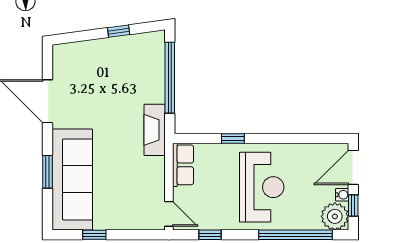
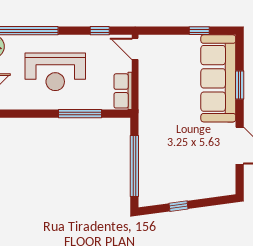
fireplace: (155, 130) -> (147, 121), removed
window: (233, 138) -> (80, 114), width x2.17
reception desk: (262, 187) -> (55, 72), turned -90

